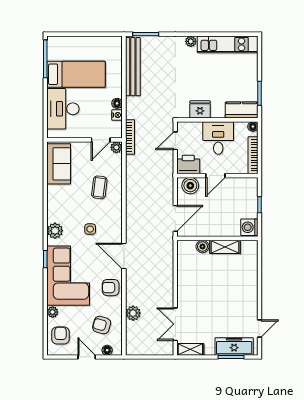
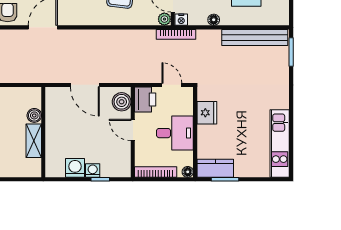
plant: (191, 41) -> (283, 102), removed
kitchen counter: (242, 110) -> (215, 168), moved, turned -90
nightstand: (117, 115) -> (181, 20), moved
washing machine: (252, 211) -> (93, 170), added
wall: (217, 238) -> (43, 132), moved
boiler: (203, 246) -> (34, 115), moved
shelving: (225, 247) -> (34, 141), moved

